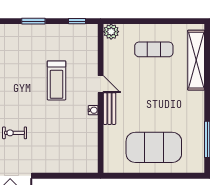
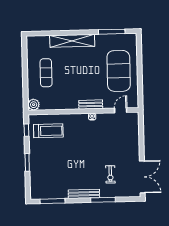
shelving: (196, 60) -> (72, 41), moved
treadmill: (57, 80) -> (48, 131), moved
door: (101, 84) -> (121, 110), moved

